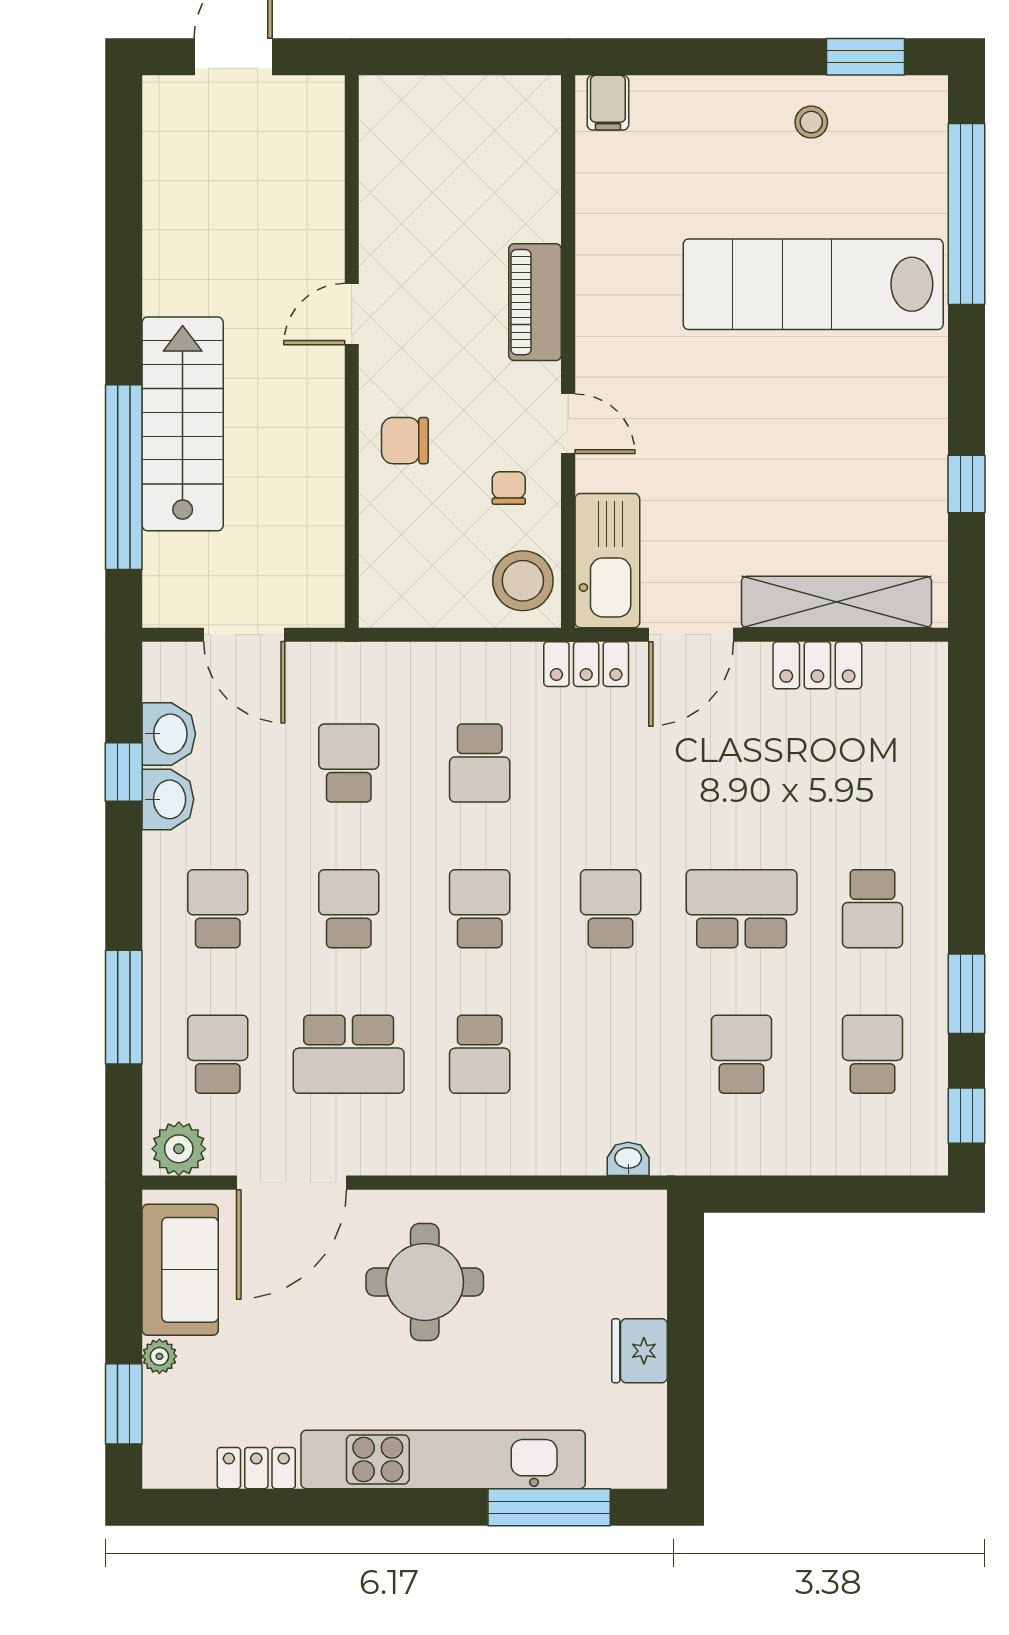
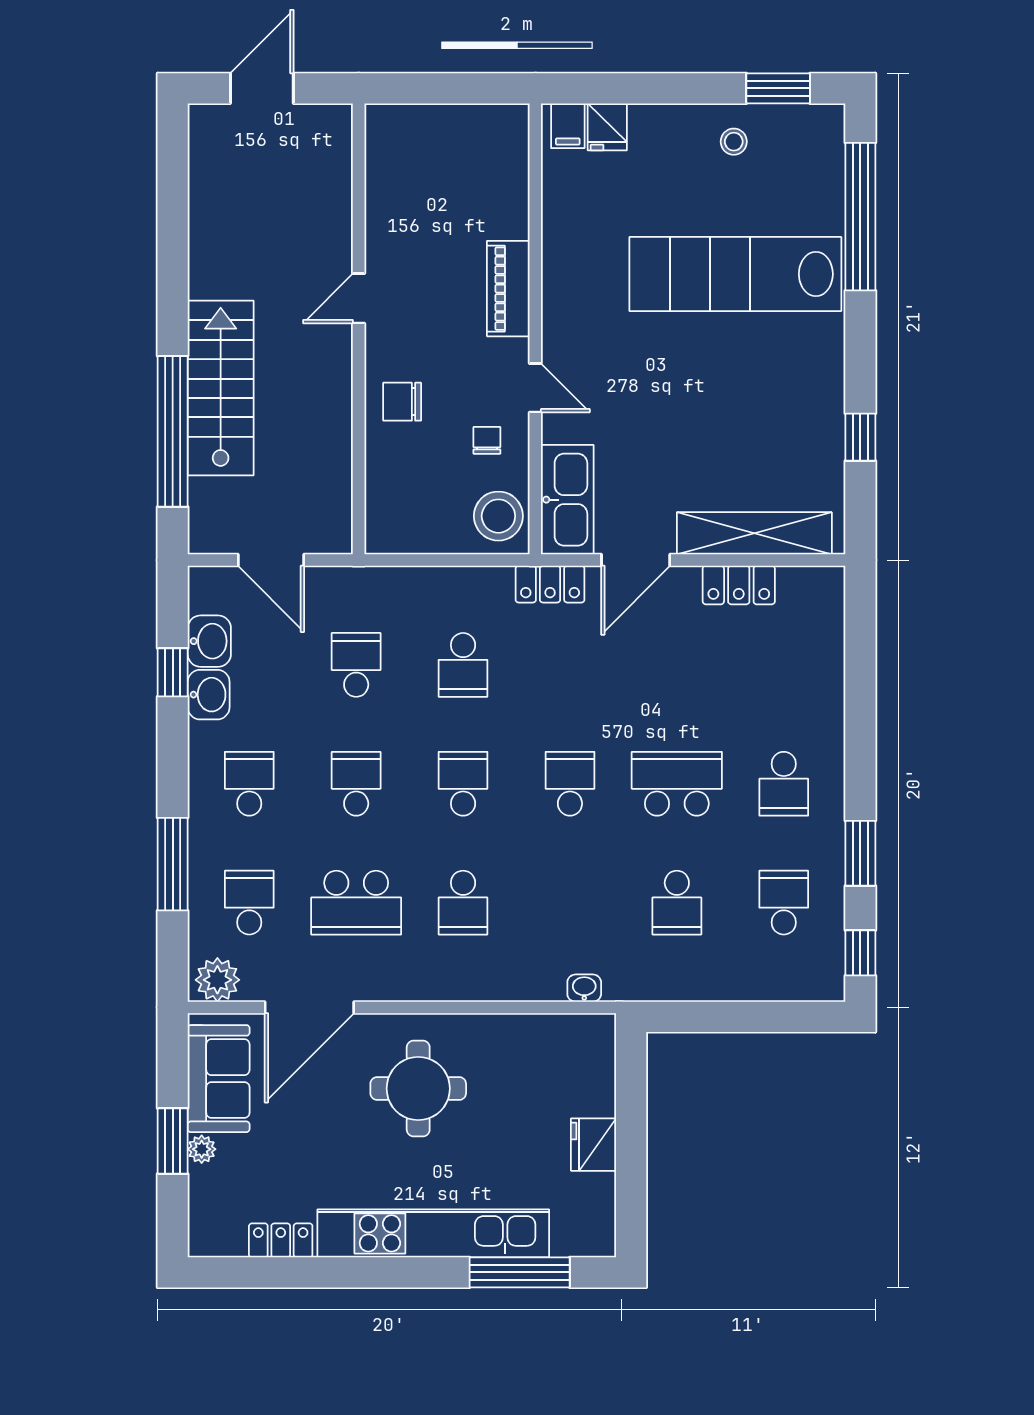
fridge: (656, 104) -> (607, 127), added
school desk: (742, 1054) -> (677, 903), turned 180
window: (124, 1404) -> (173, 1141), moved

